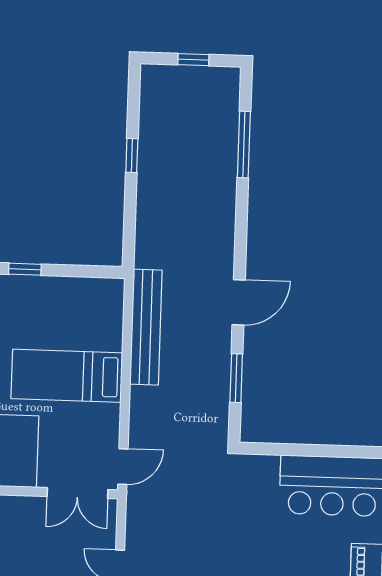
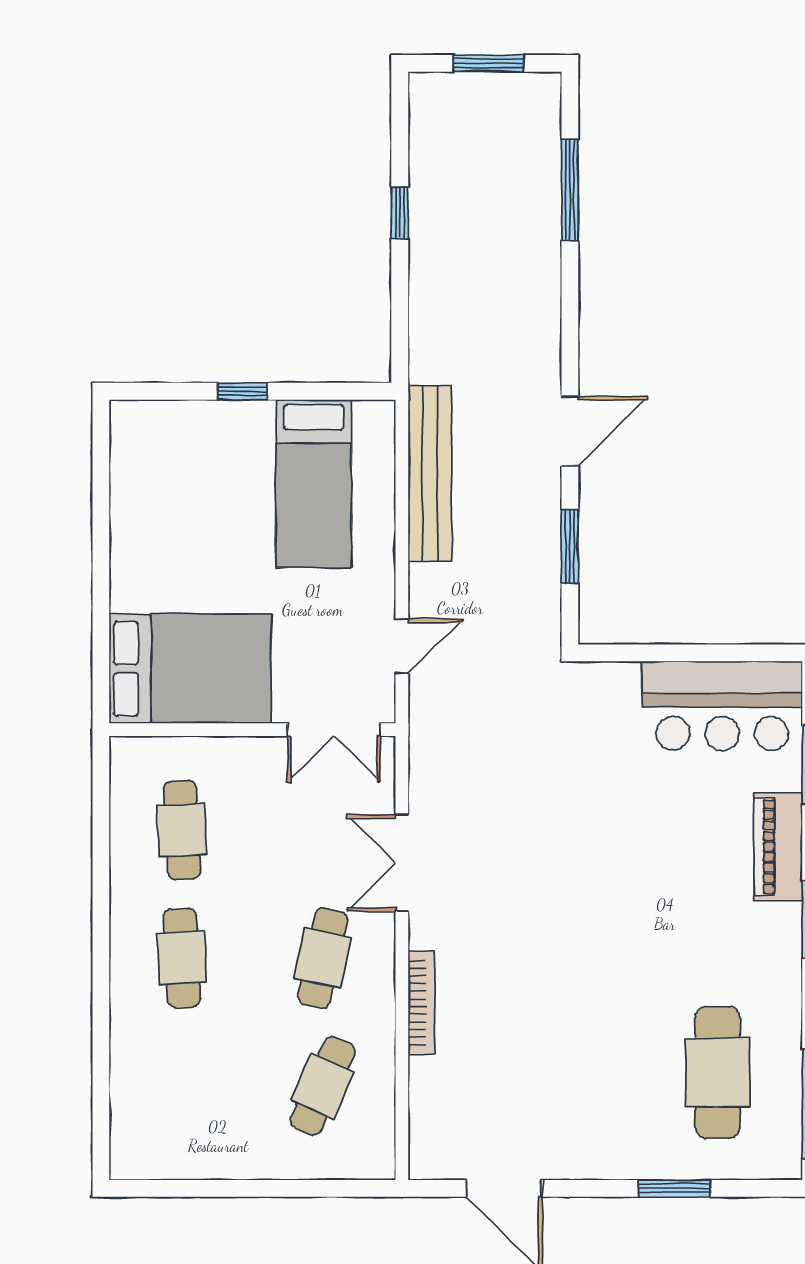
window: (193, 60) -> (489, 63), width x1.50
bed: (67, 376) -> (314, 484), moved, turned -90
door: (123, 467) -> (402, 646), moved

